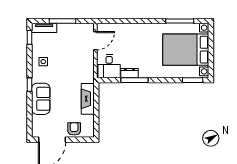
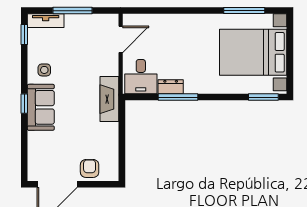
sofa: (41, 99) -> (41, 107), moved
fireplace: (88, 99) -> (109, 99), moved

